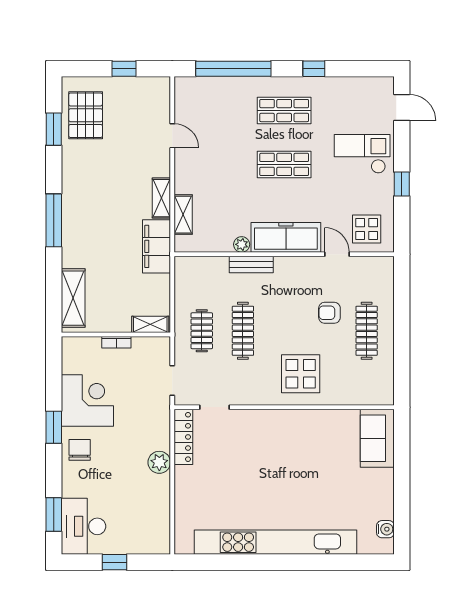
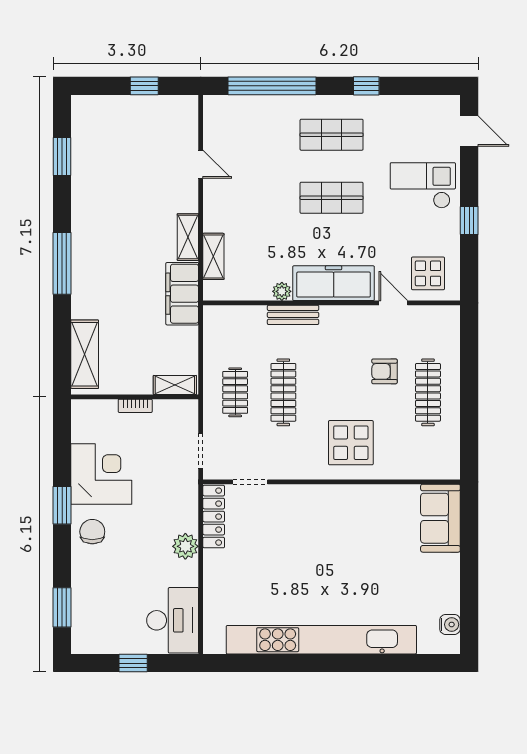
pallet: (86, 115) -> (99, 140), removed
desk: (84, 526) -> (173, 620), moved, turned 180

